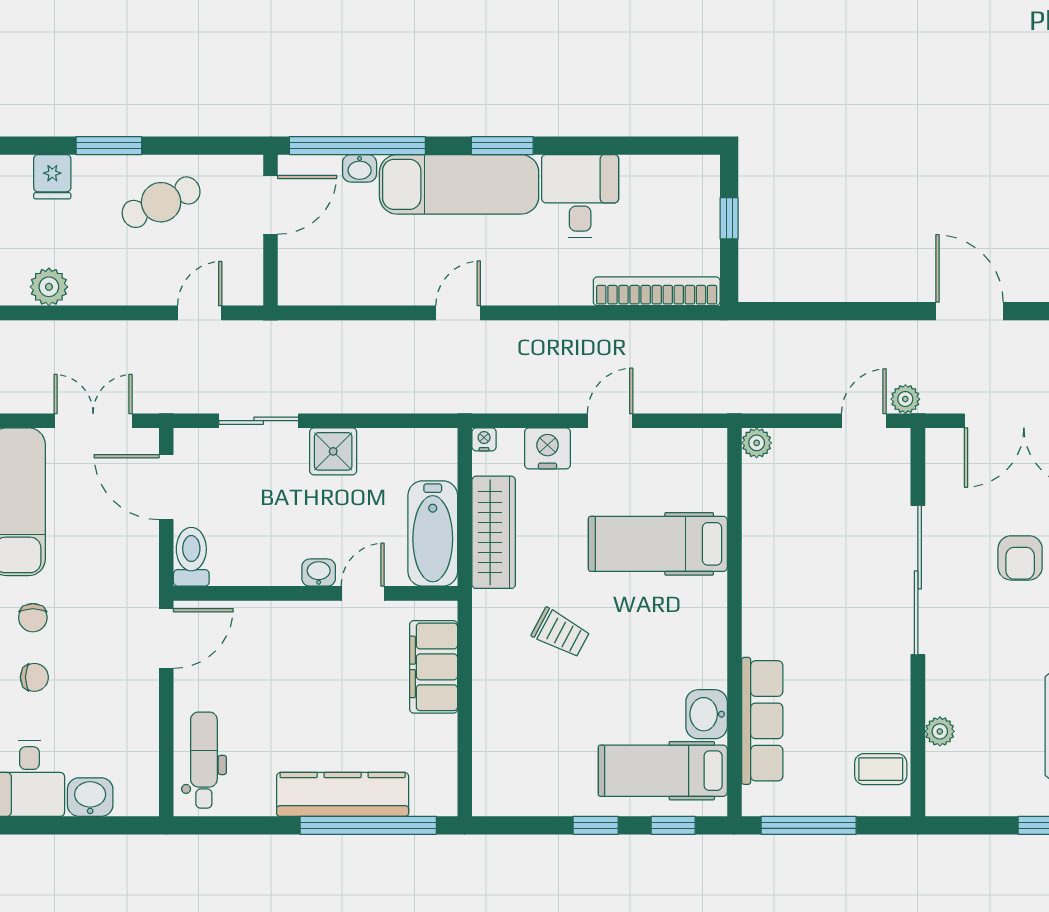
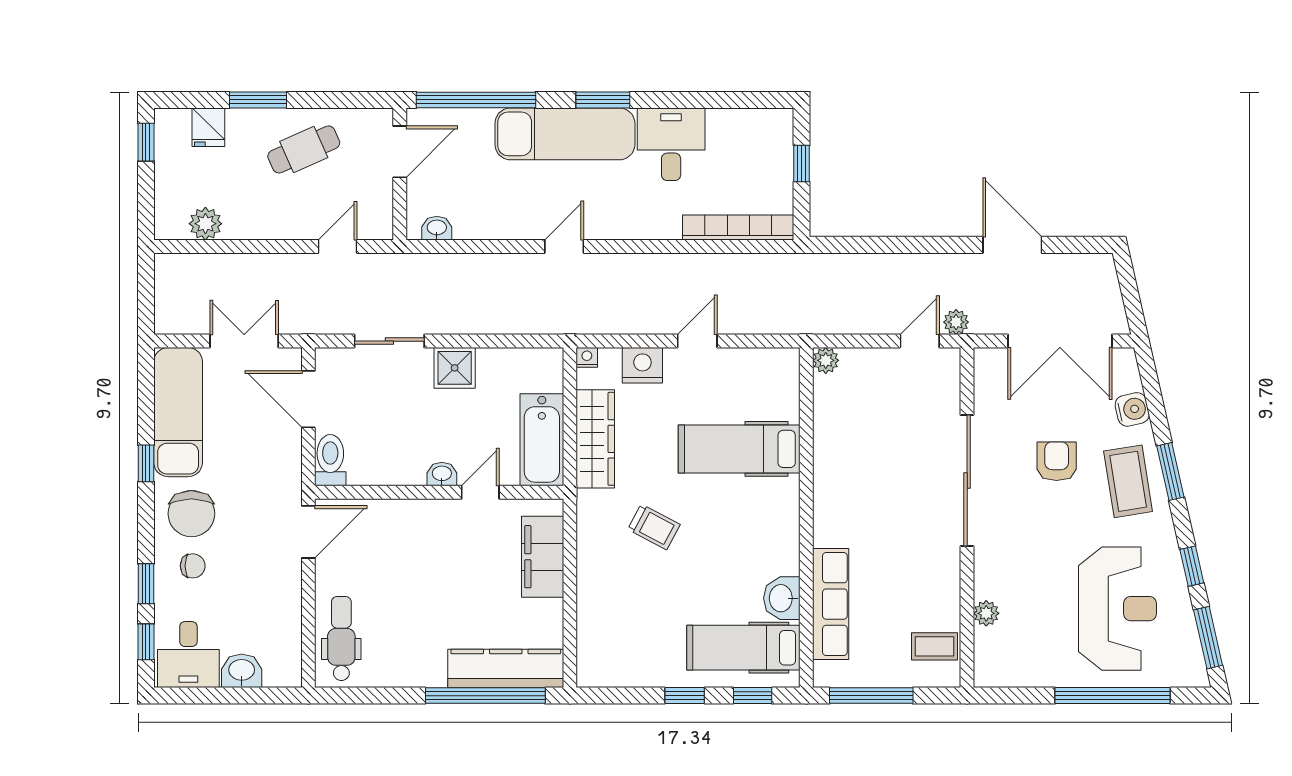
washbasin: (360, 168) -> (437, 228), moved, turned 180
armchair: (1020, 558) -> (1057, 461), turned 180
chair: (33, 618) -> (191, 514), width x1.87, depth x1.87
kitchen counter: (343, 794) -> (506, 668), moved

